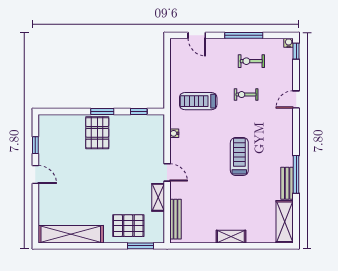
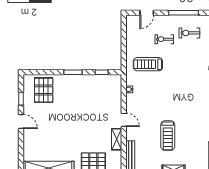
door: (197, 35) -> (147, 13), hinge flipped
exercise bike: (246, 95) -> (164, 39), moved
pallet: (97, 133) -> (44, 90), moved
treadmill: (239, 157) -> (168, 136), moved, turned 180

